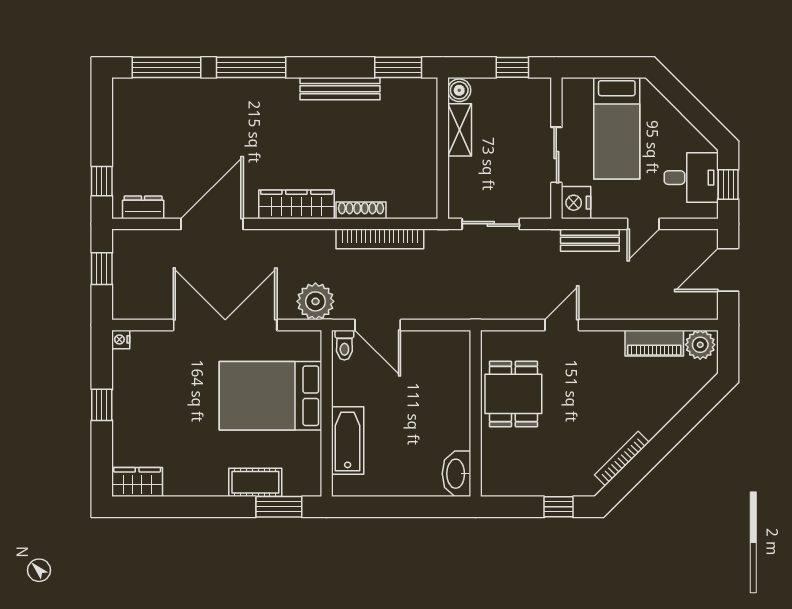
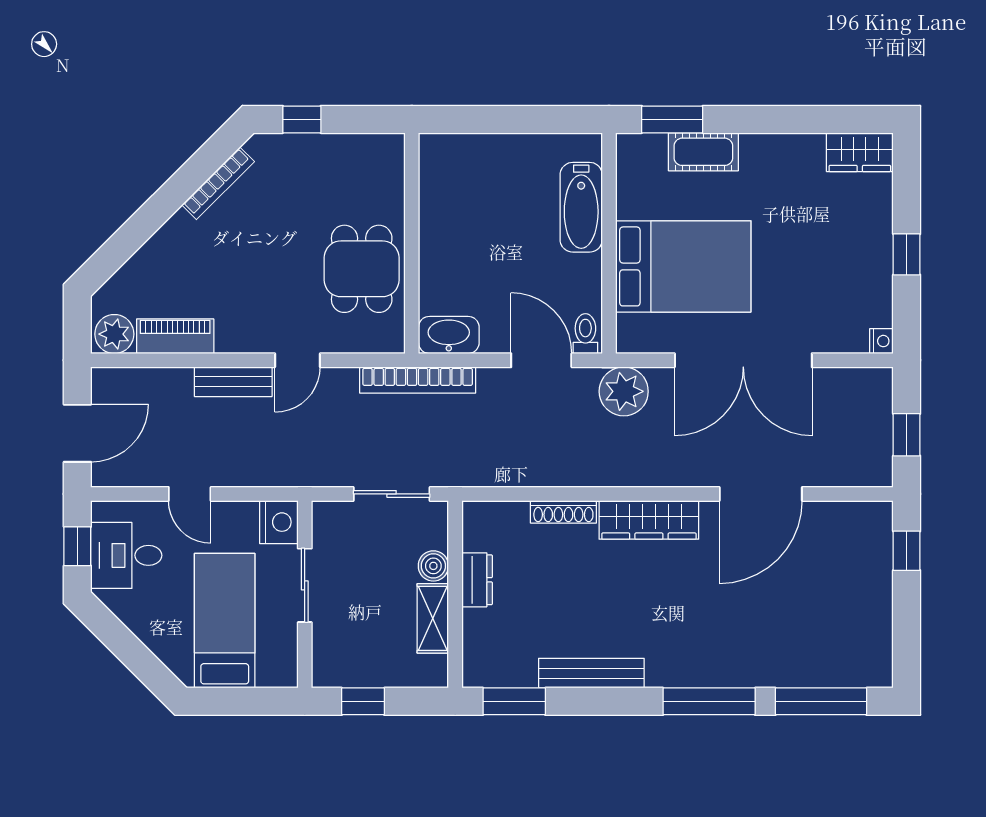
boiler: (459, 90) -> (433, 566), moved
dresser: (143, 207) -> (477, 580), moved, turned -90
door: (643, 224) -> (190, 494), swing flipped
bookcase: (380, 239) -> (418, 380), moved, turned 180
bench: (590, 240) -> (233, 382), moved
washbasin: (456, 474) -> (449, 335), moved, turned -90

